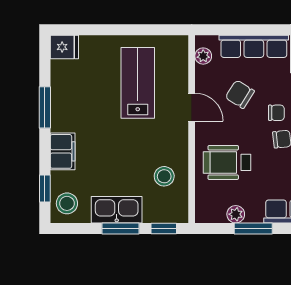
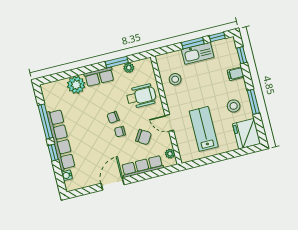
fridge: (64, 47) -> (247, 134), width x1.88, depth x1.34
lab bench: (138, 83) -> (204, 129), turned 180
filing cabinet: (63, 151) -> (236, 74), width x0.50
stool: (67, 203) -> (234, 106), moved
window: (164, 228) -> (217, 37), moved

